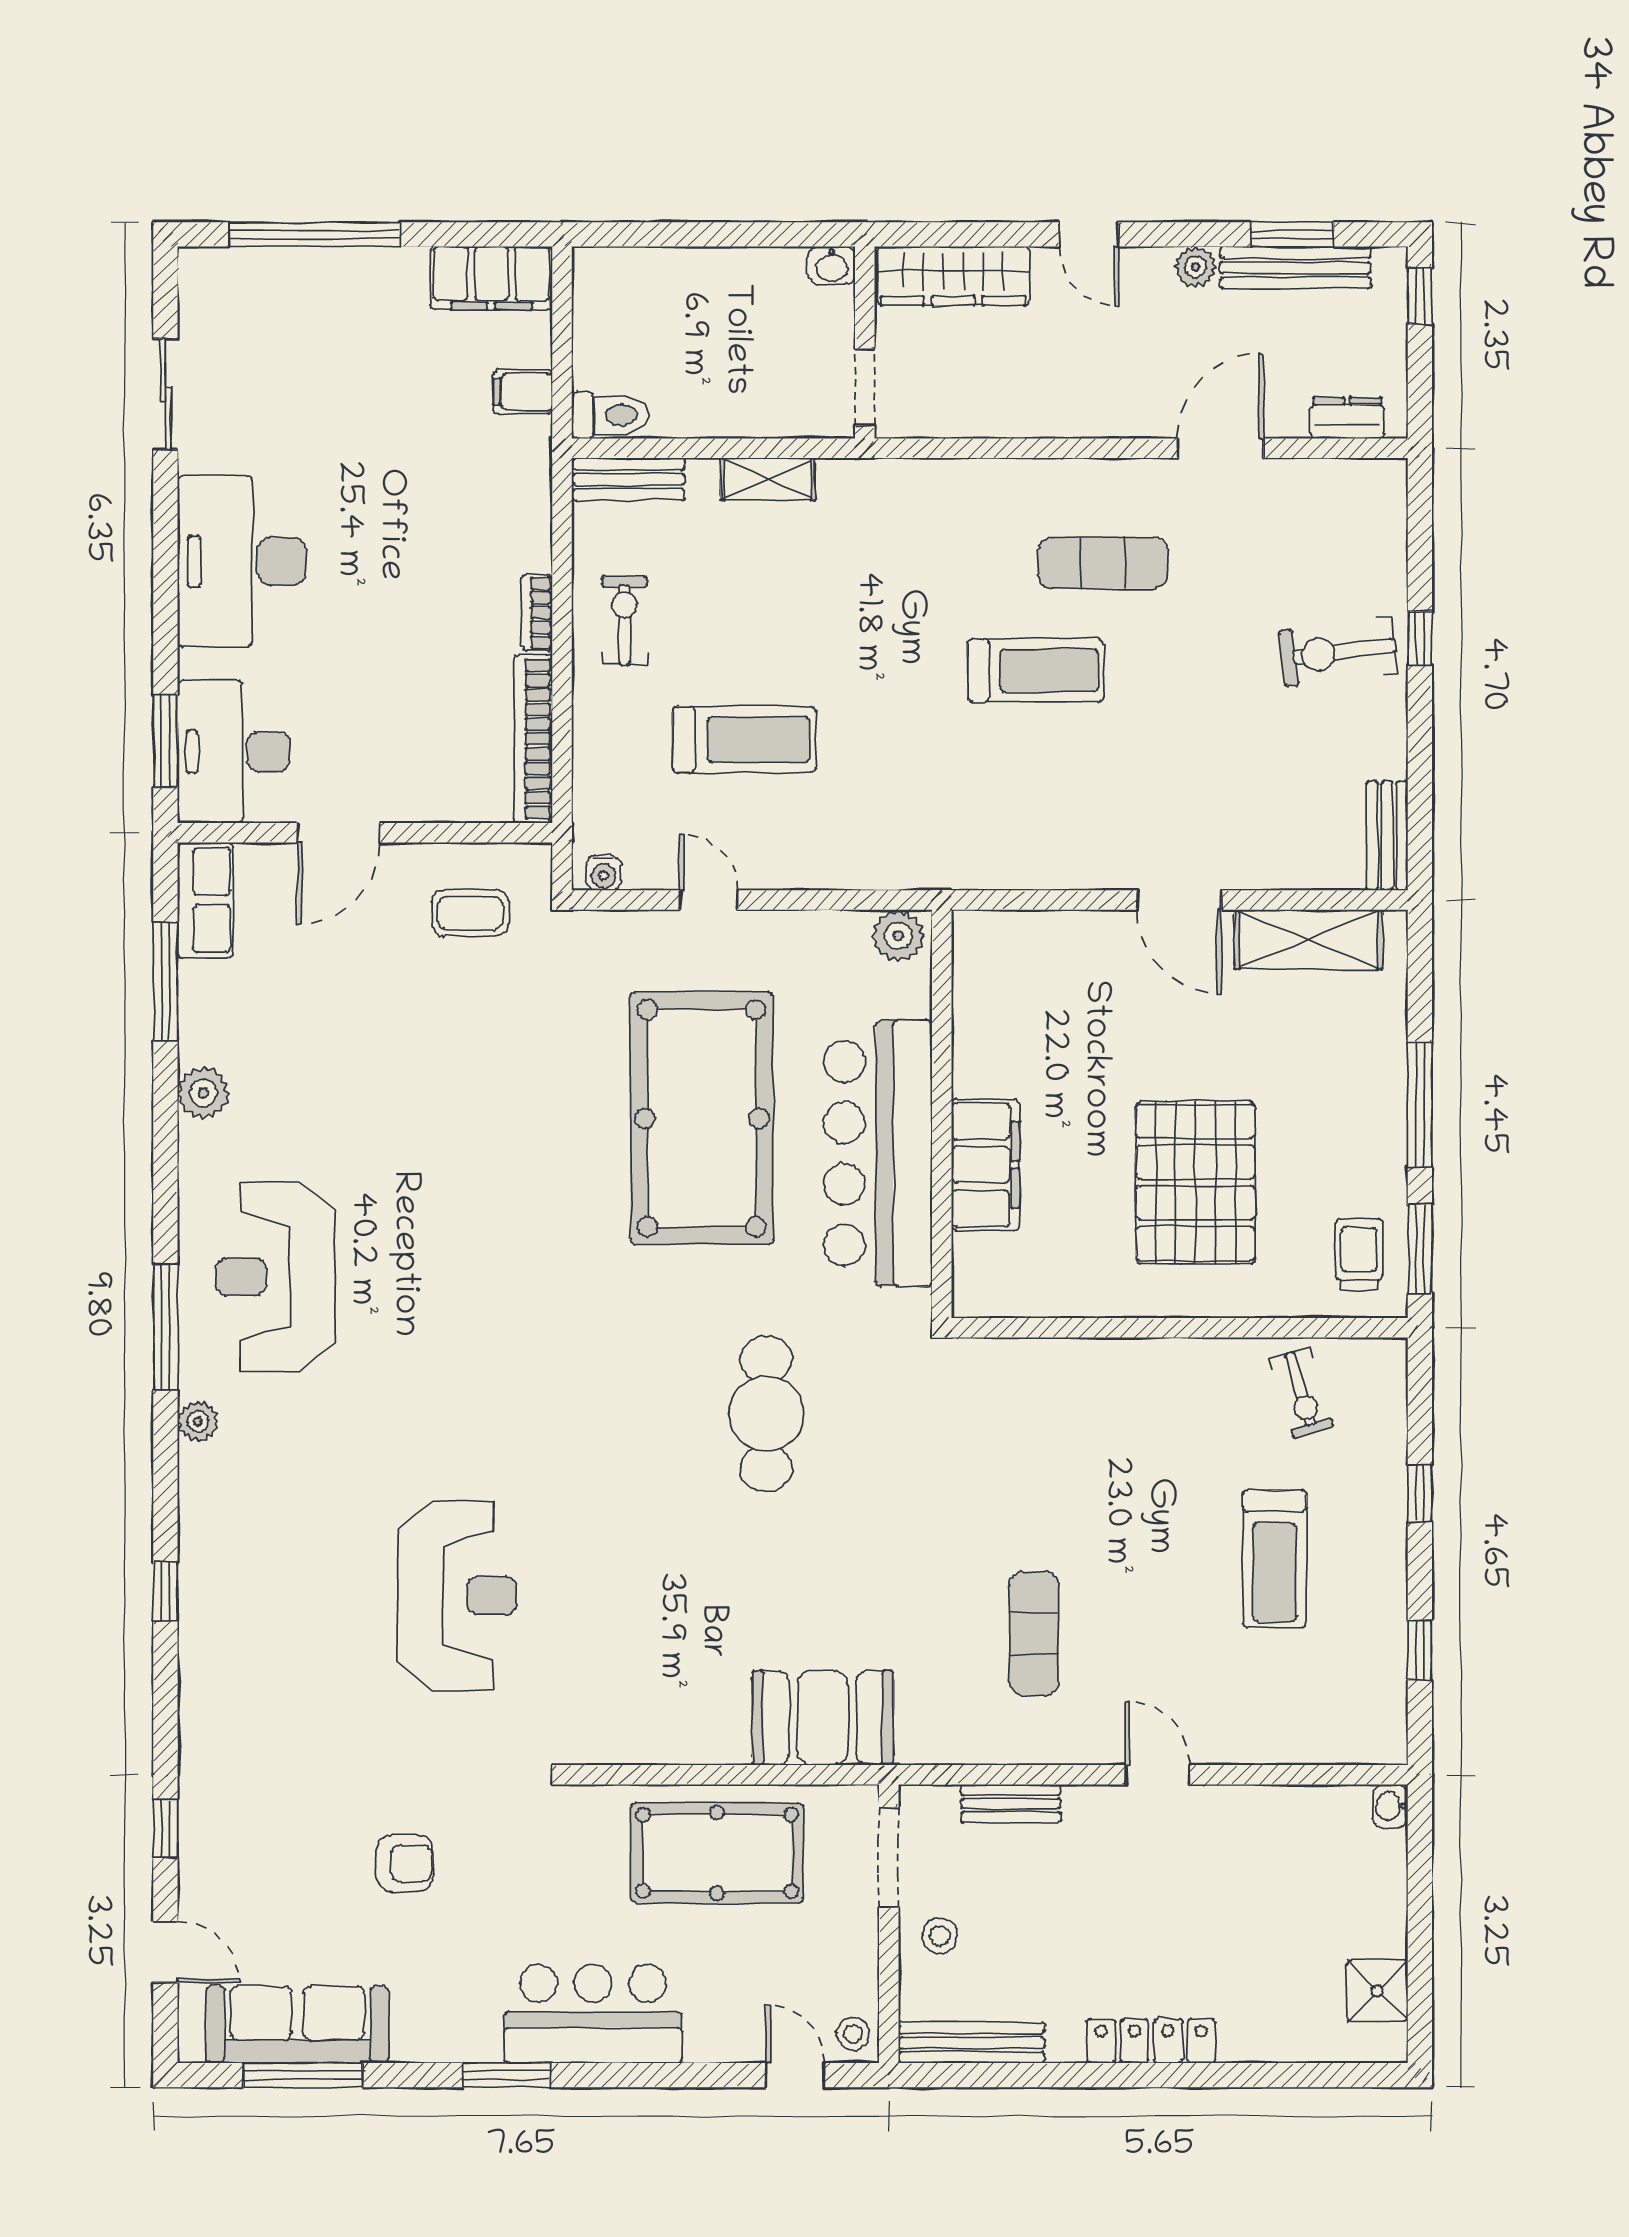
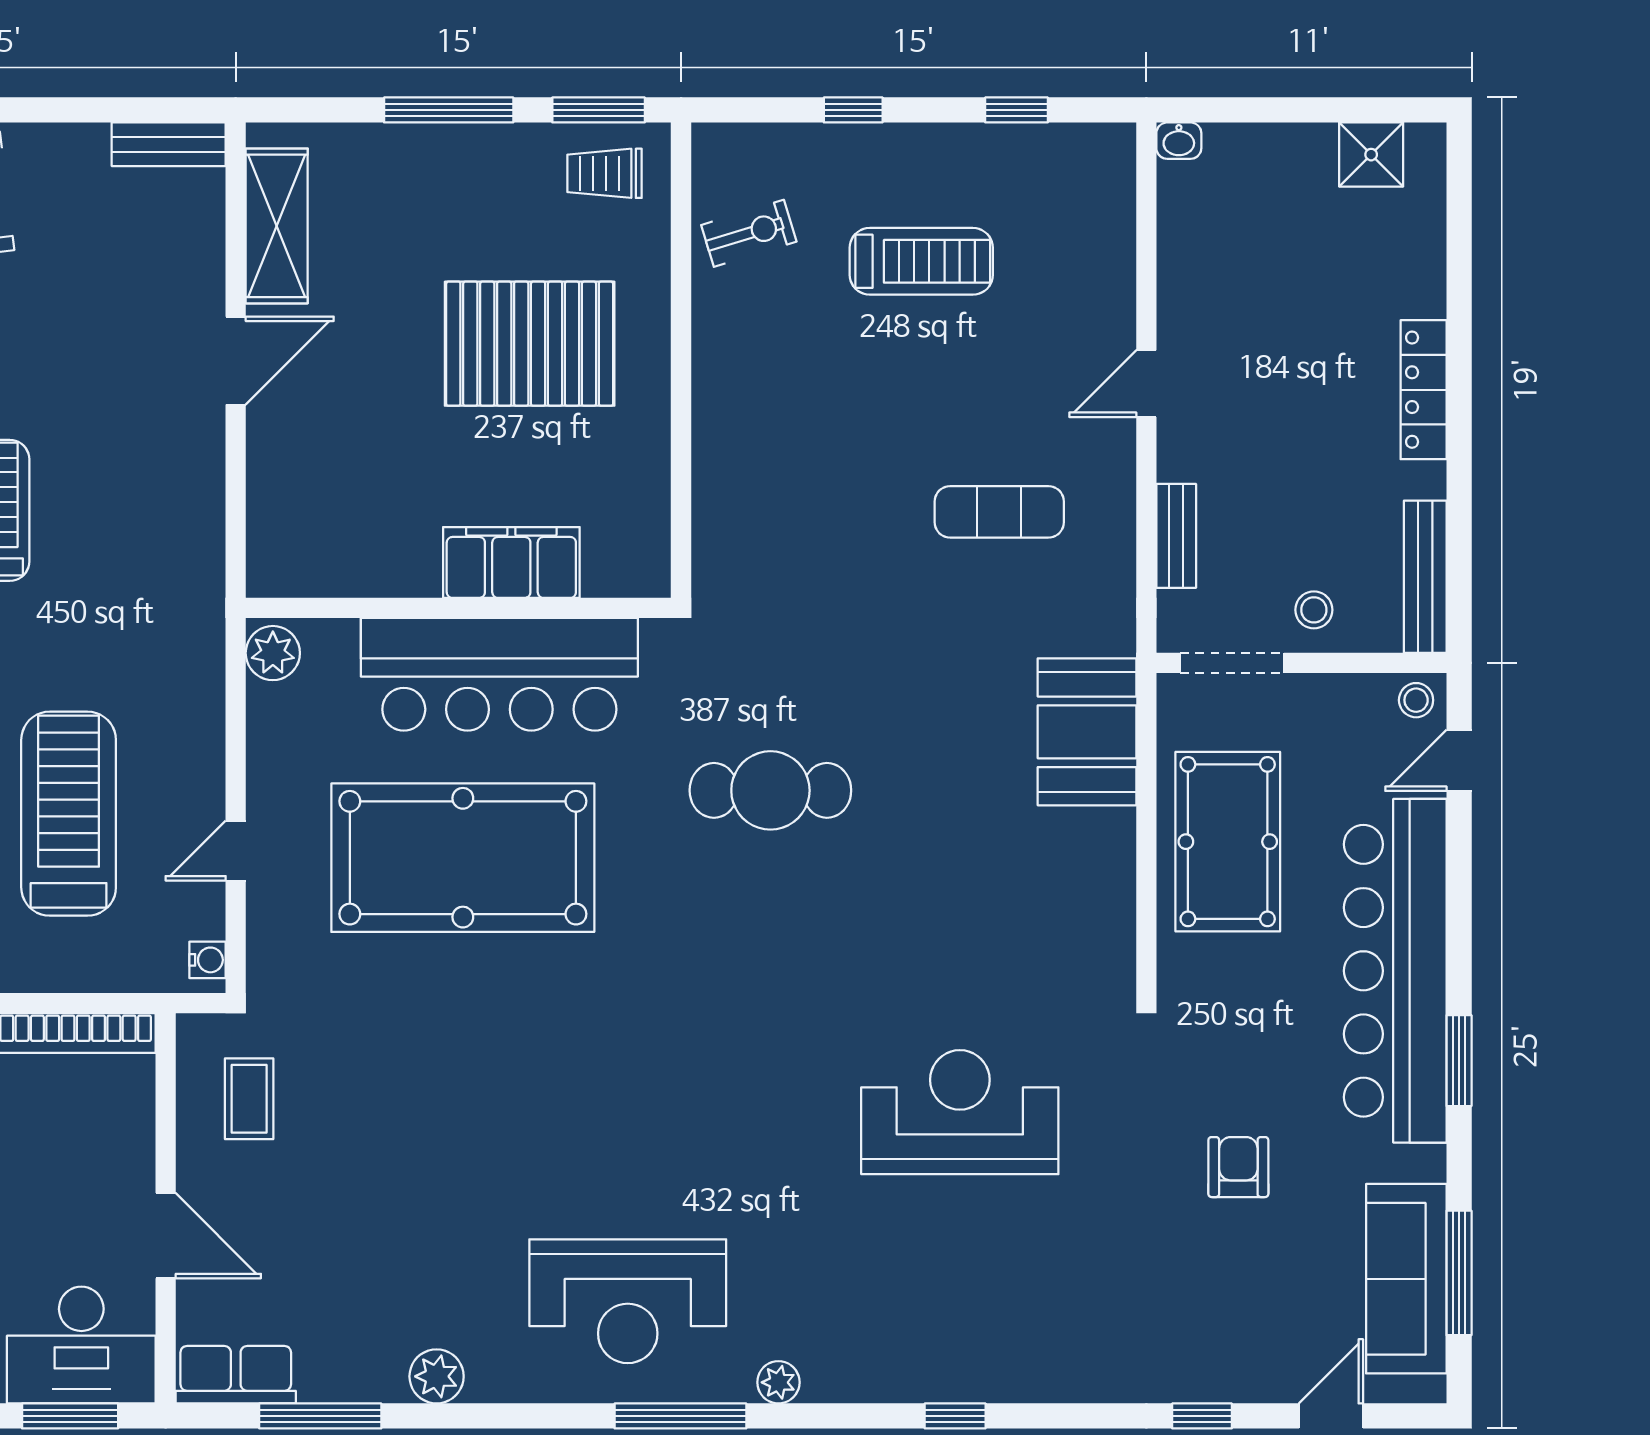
treadmill: (744, 740) -> (69, 814), width x1.37, depth x1.38
bar counter: (593, 2014) -> (1395, 971), width x1.86

